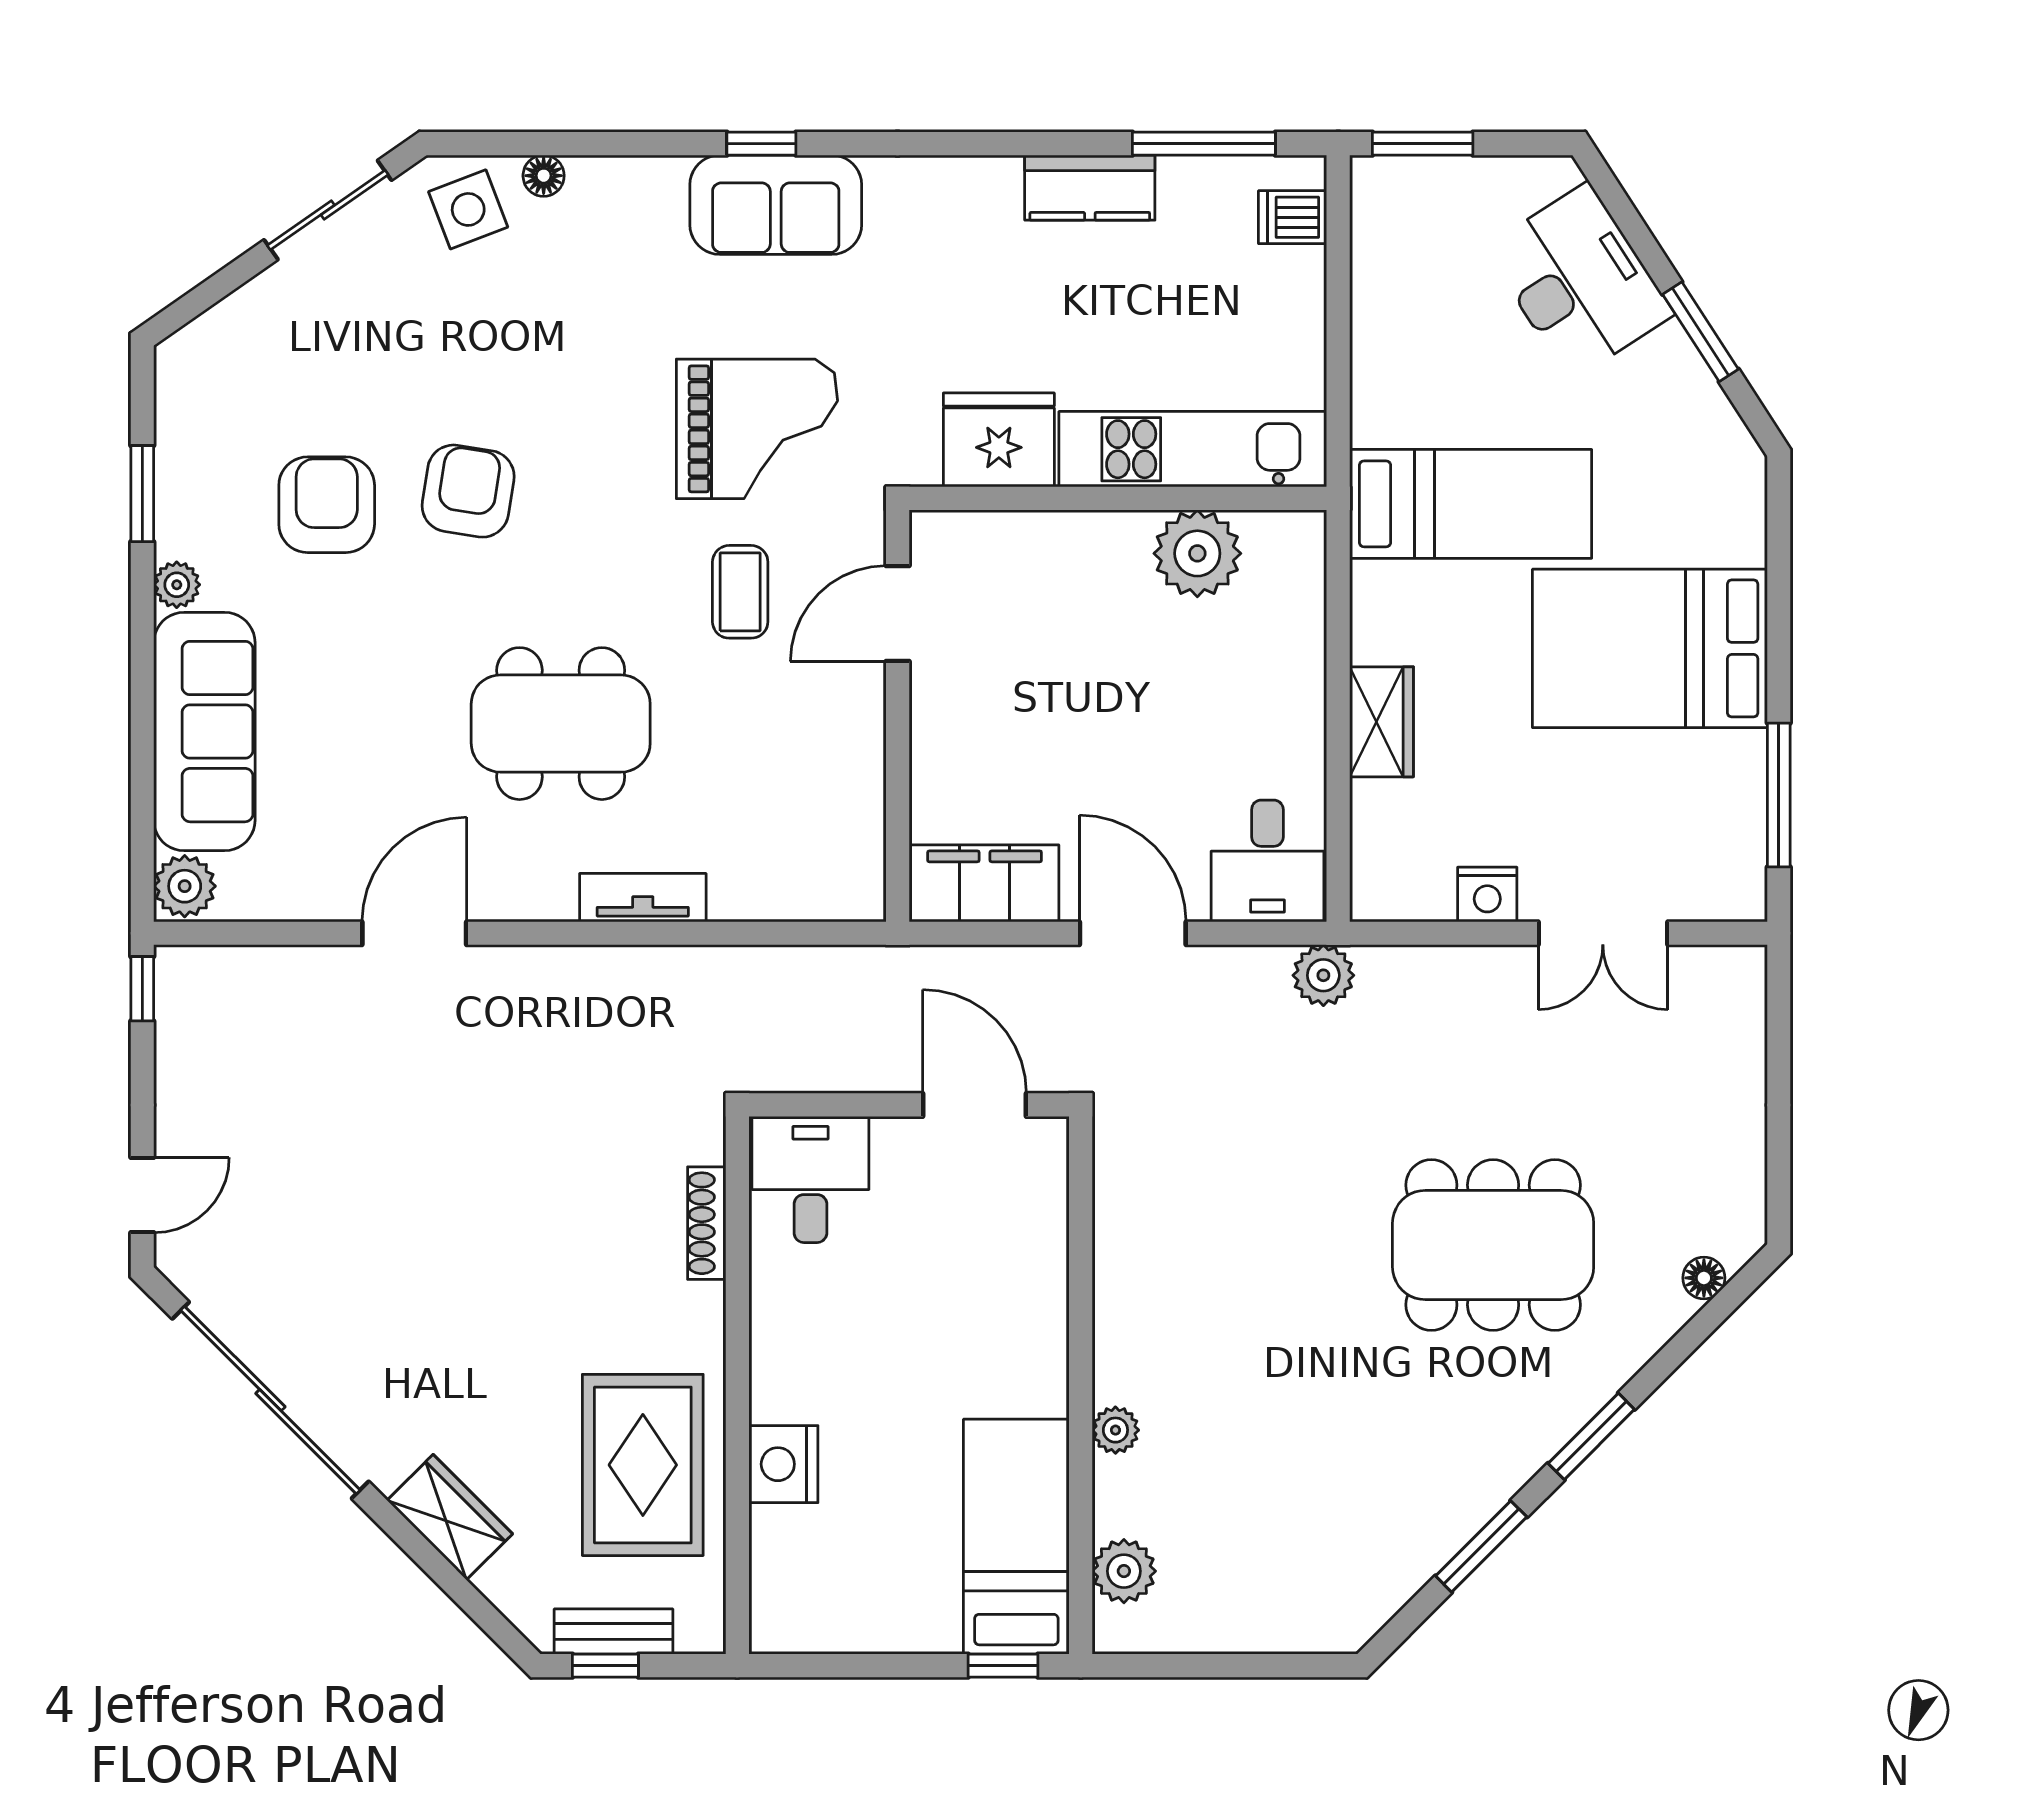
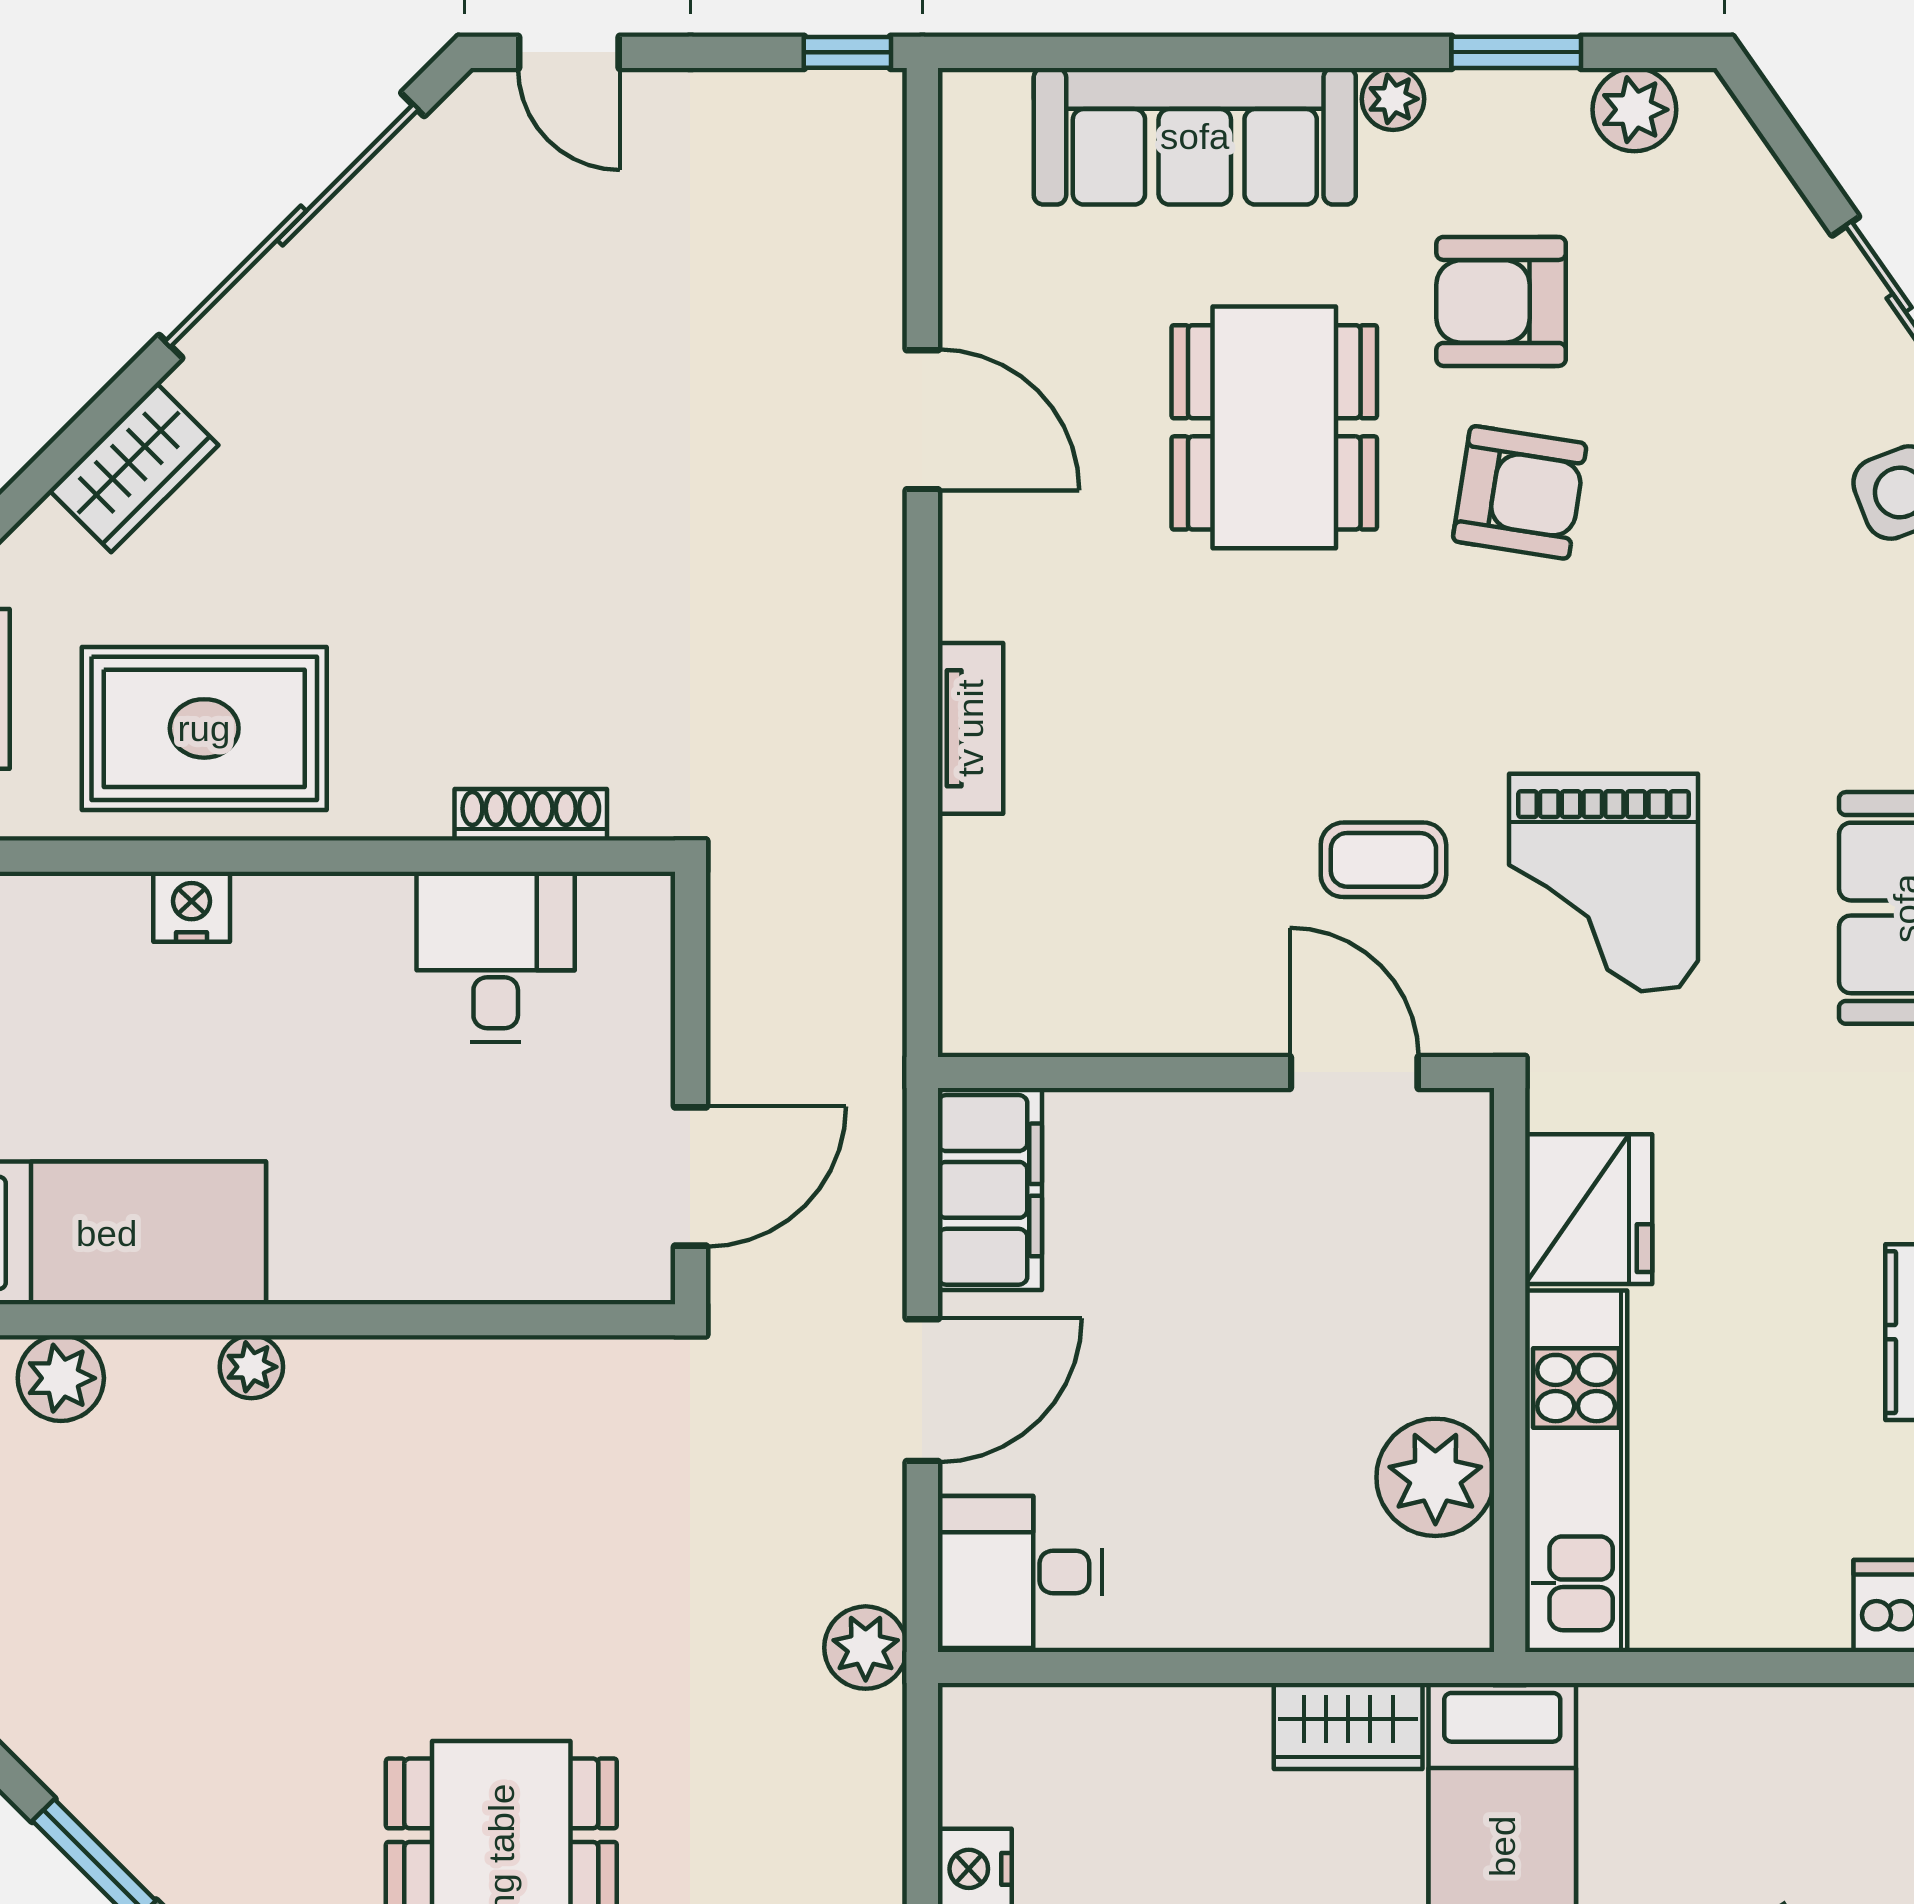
armchair: (327, 505) -> (1501, 301), turned 180
wardrobe: (1381, 722) -> (1348, 1726), moved
dining table: (561, 724) -> (1274, 427), moved
plant: (185, 886) -> (1634, 110), moved
desk: (810, 1179) -> (496, 957), moved, turned -90
nightstand: (783, 1464) -> (192, 907), width x0.74, depth x0.75

